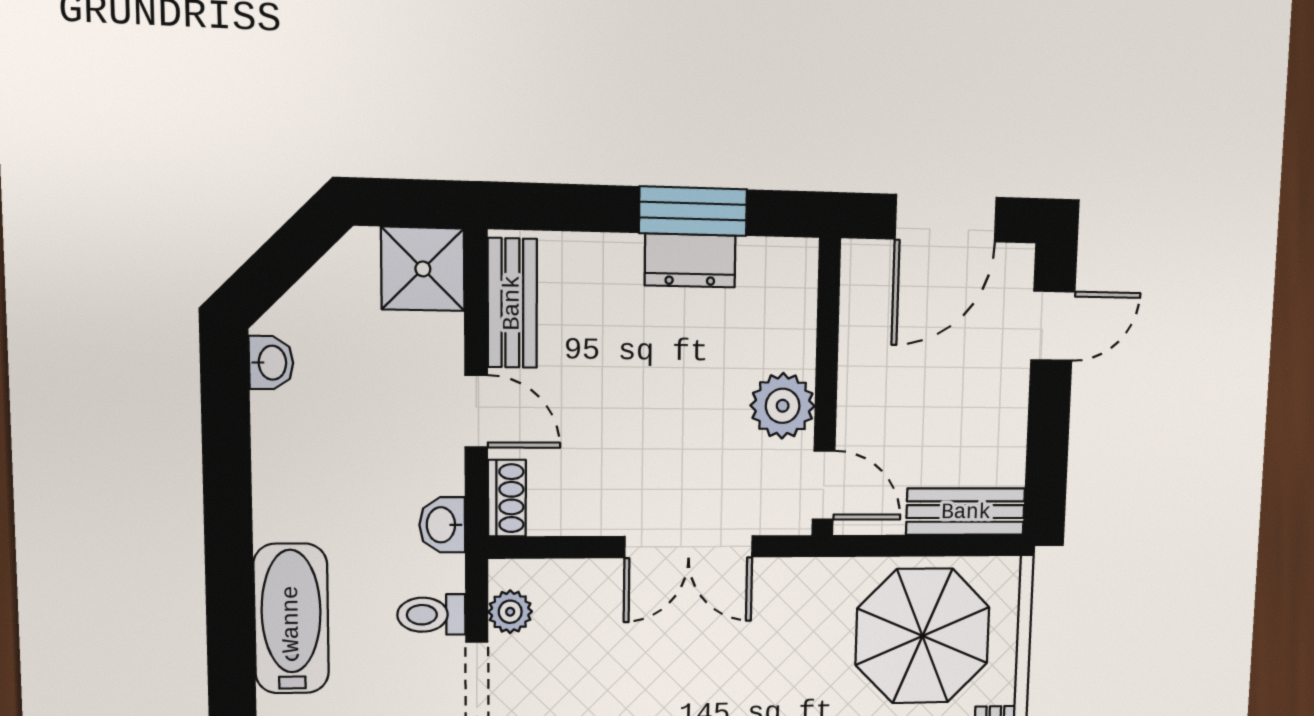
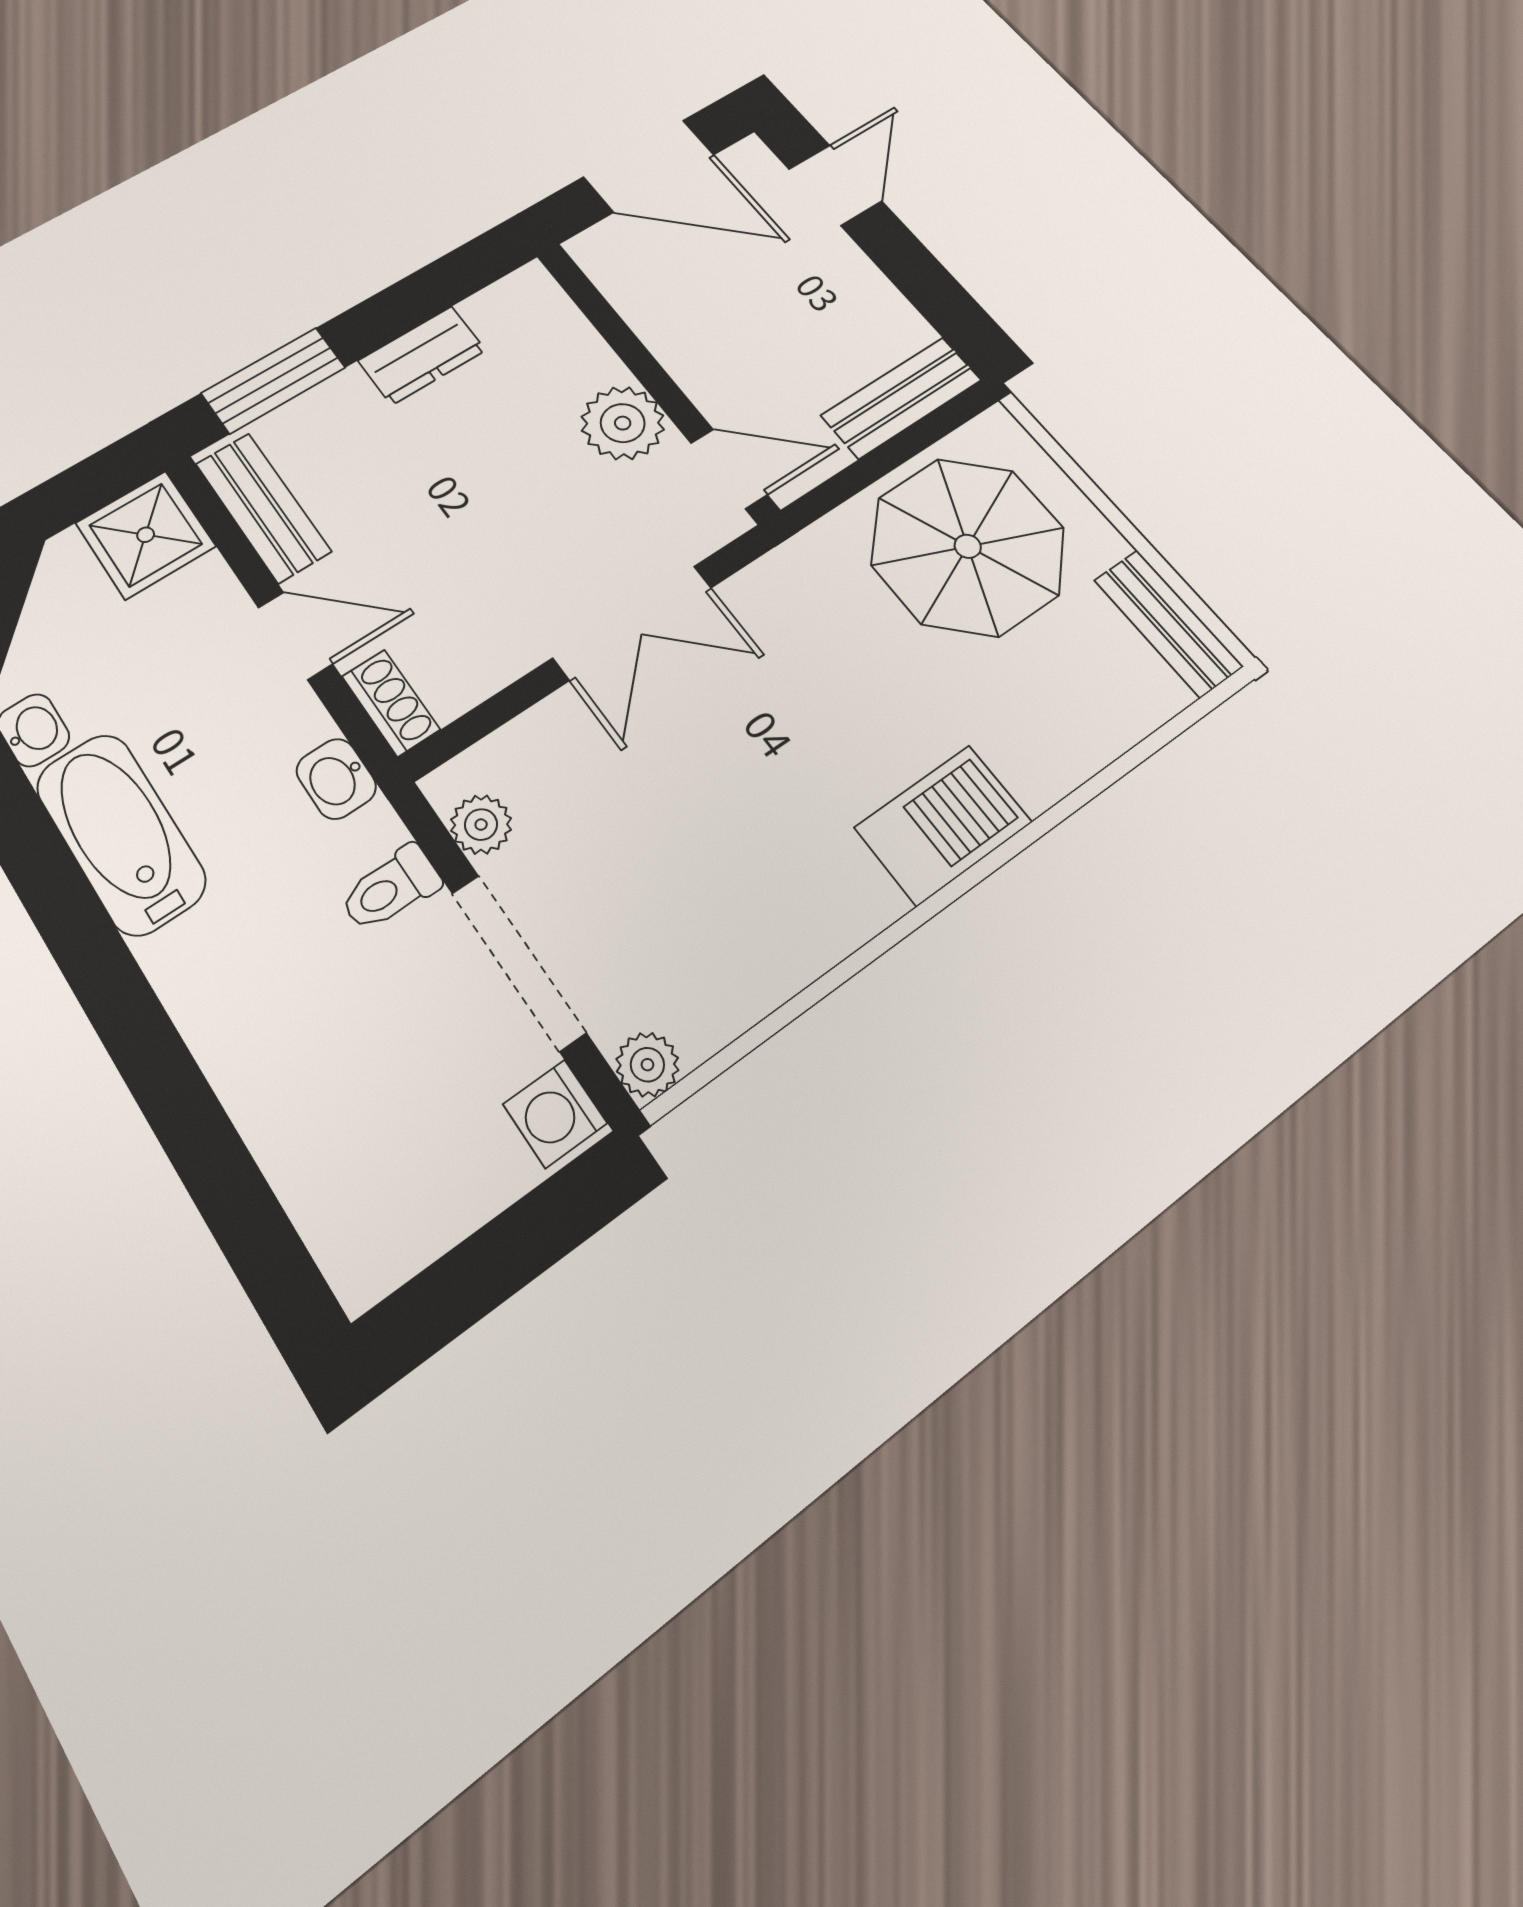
window: (693, 211) -> (273, 380), moved
door: (946, 218) -> (649, 166), hinge flipped
bathtub: (291, 619) -> (121, 833), moved

